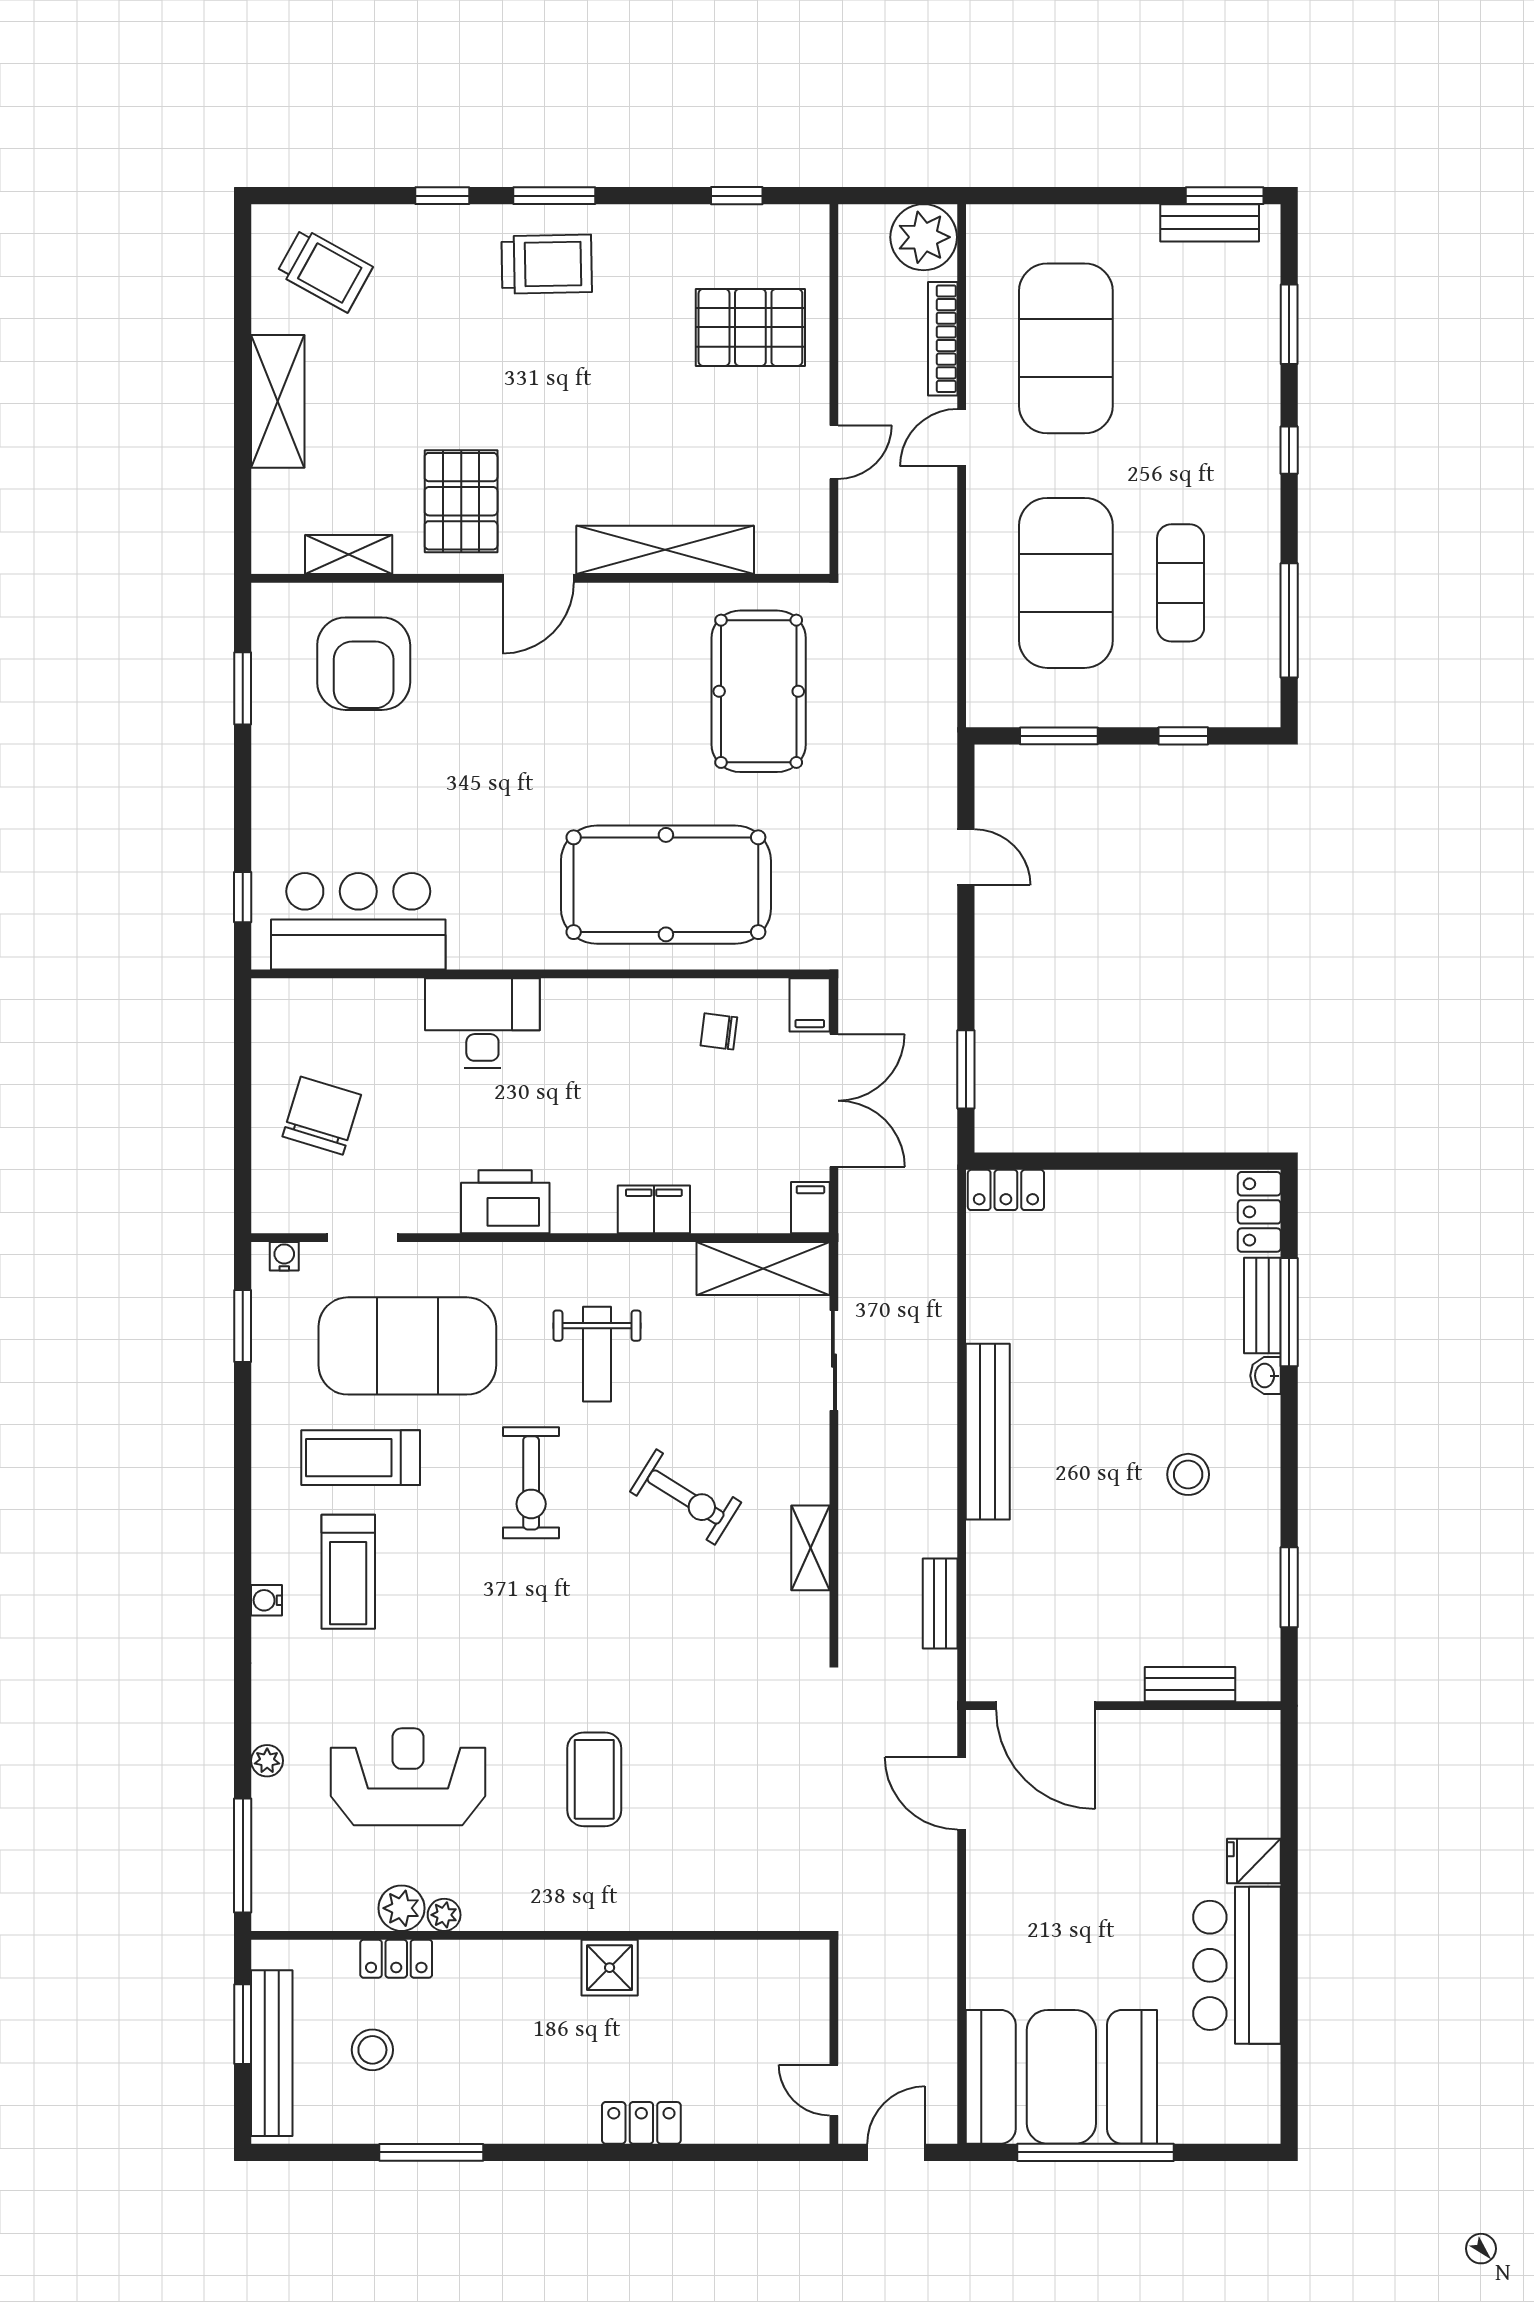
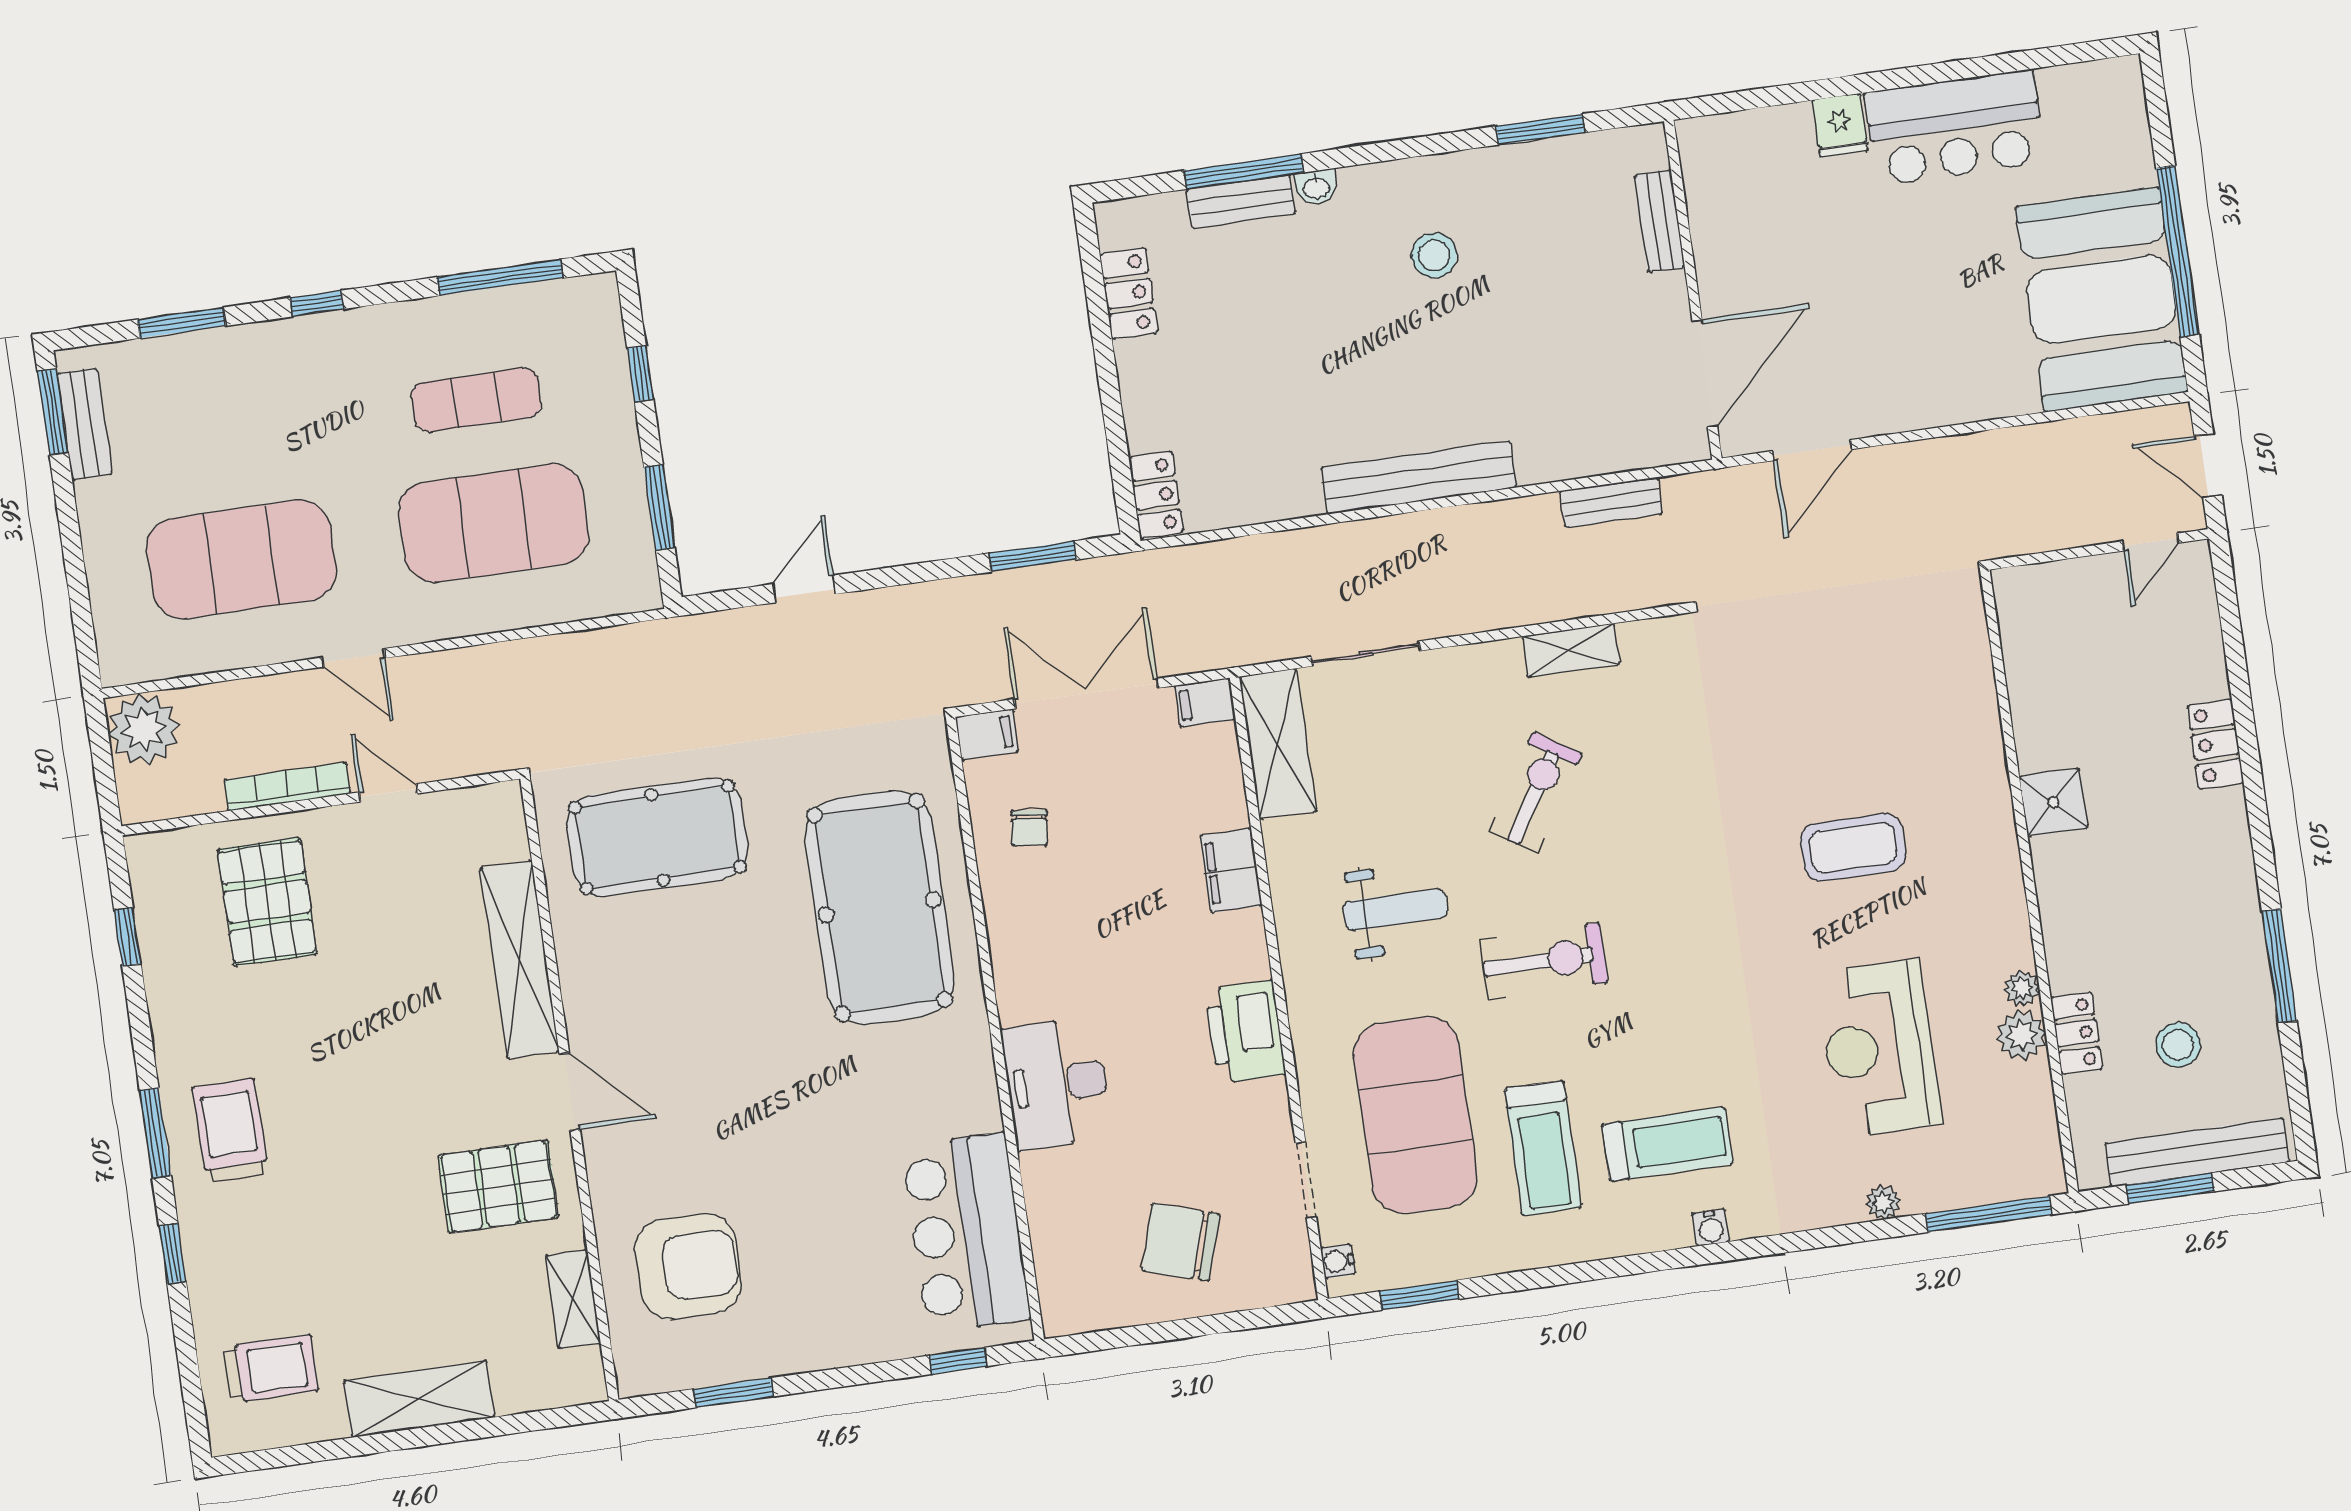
trolley: (325, 270) -> (271, 1369), turned 61
bookcase: (943, 339) -> (287, 787), moved, turned 180
locker: (1259, 1212) -> (1128, 293), moved, turned -90

